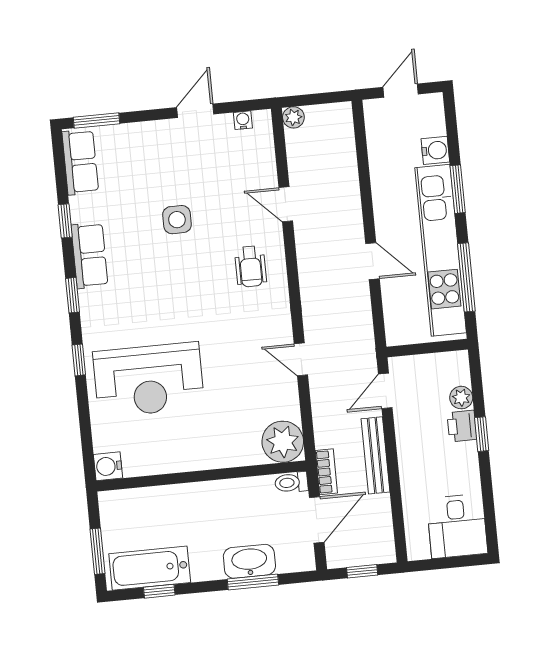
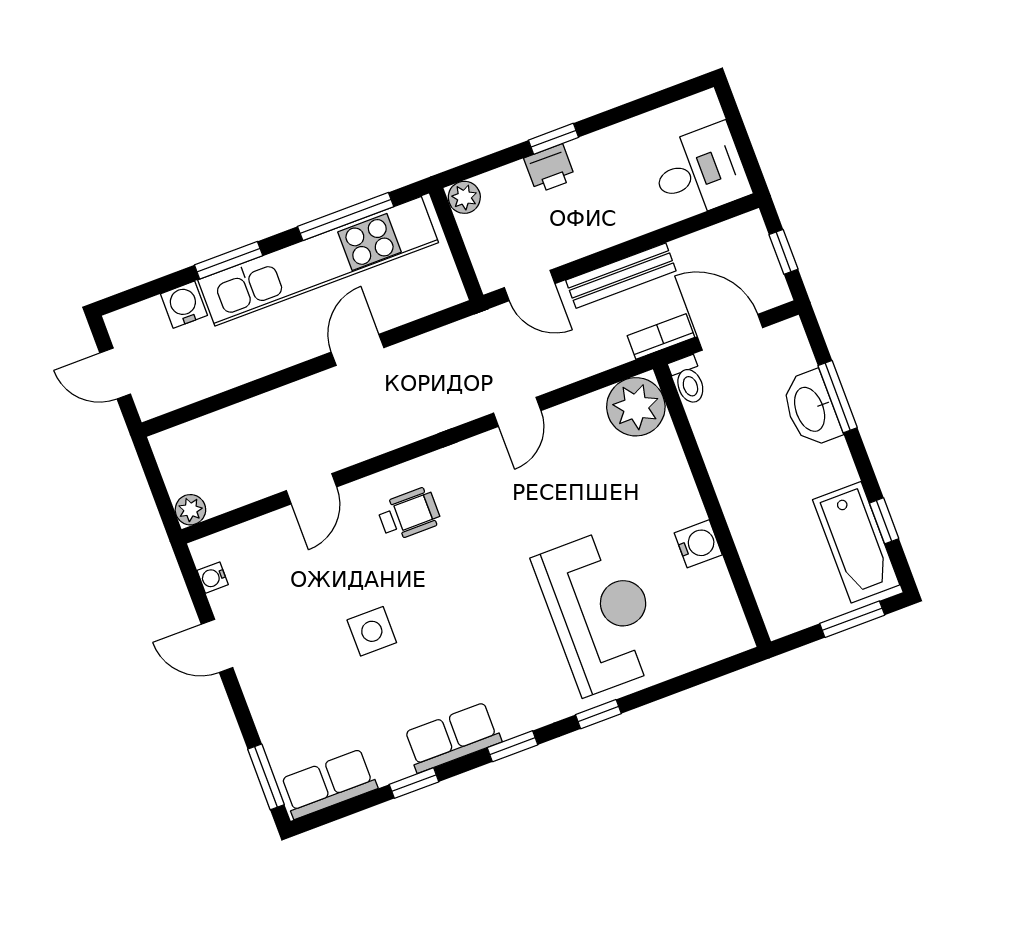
plant: (461, 398) -> (464, 197), moved
water cooler: (108, 466) -> (698, 544), moved, turned -90
desk: (457, 526) -> (700, 172), moved

